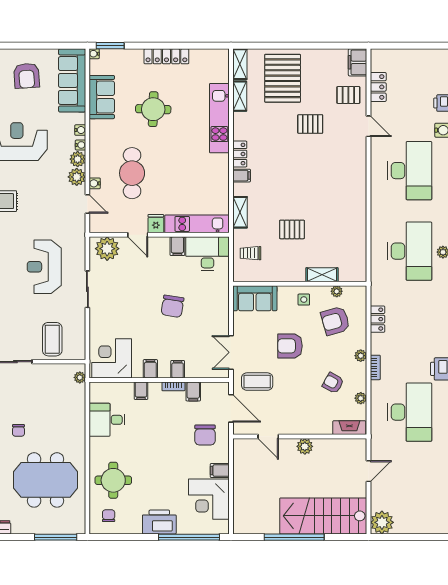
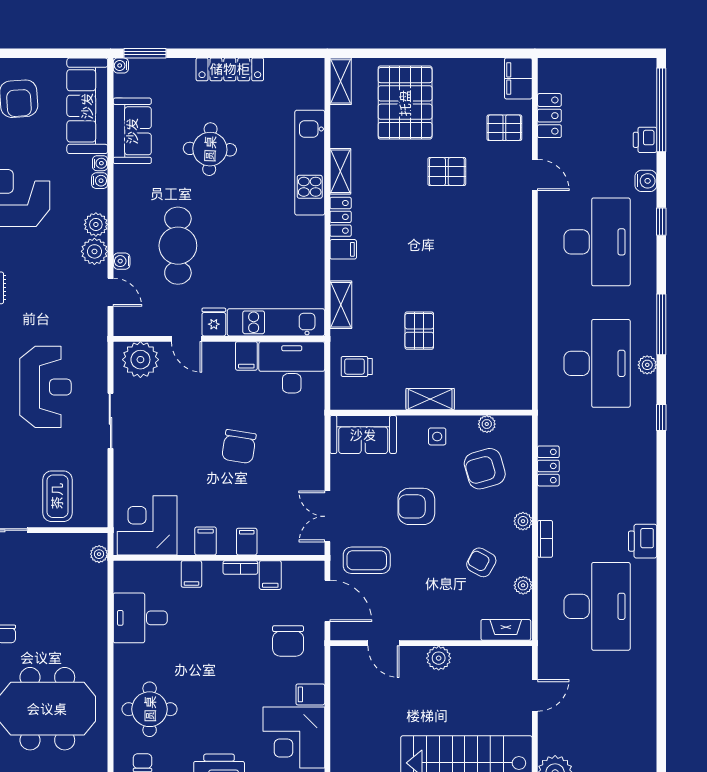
shelving: (240, 96) -> (340, 171), moved
water cooler: (80, 145) -> (100, 163), moved
pallet: (292, 229) -> (419, 331), turned 90
reception desk: (44, 267) -> (45, 387), turned 180
shelving: (322, 275) -> (430, 399), moved

